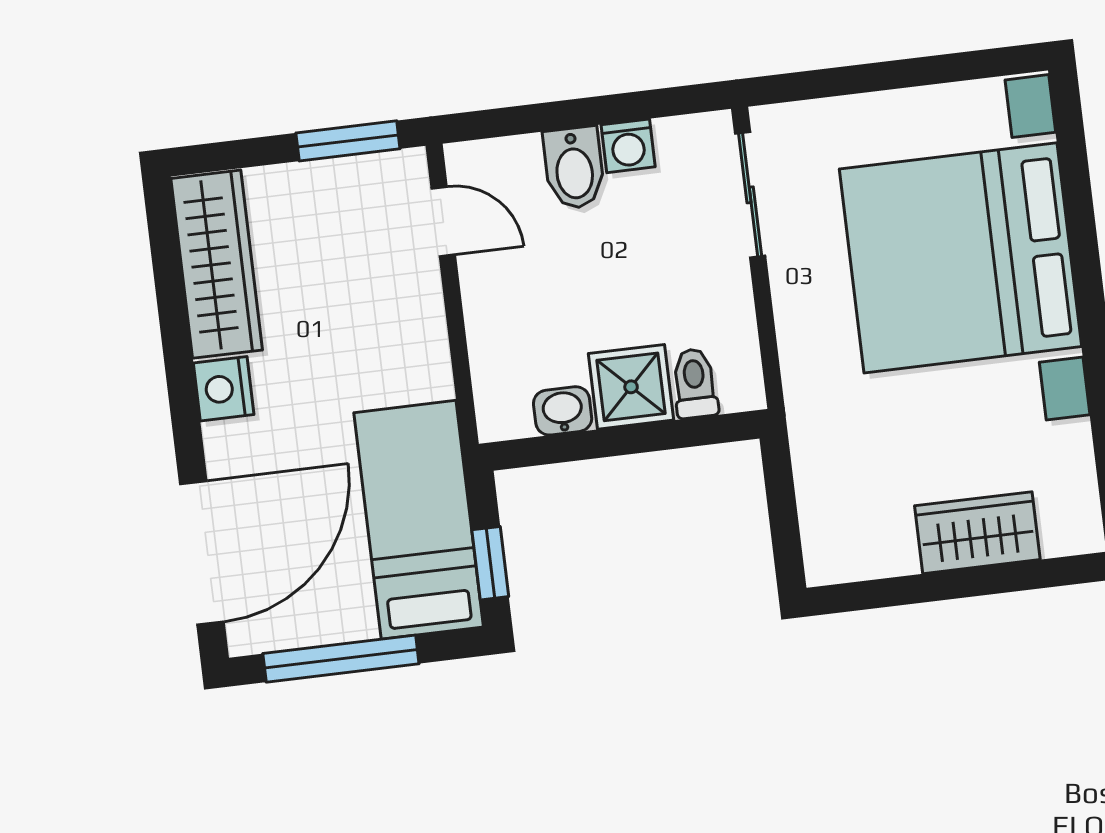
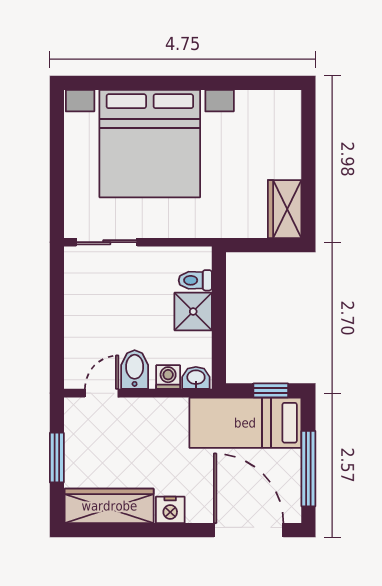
window: (348, 141) -> (57, 458), moved
washing machine: (628, 146) -> (168, 377), moved, turned -90
bidet: (574, 168) -> (135, 369), moved, turned -90
washbasin: (563, 411) -> (196, 378), moved, turned 90
wardrobe: (977, 533) -> (285, 209), moved

